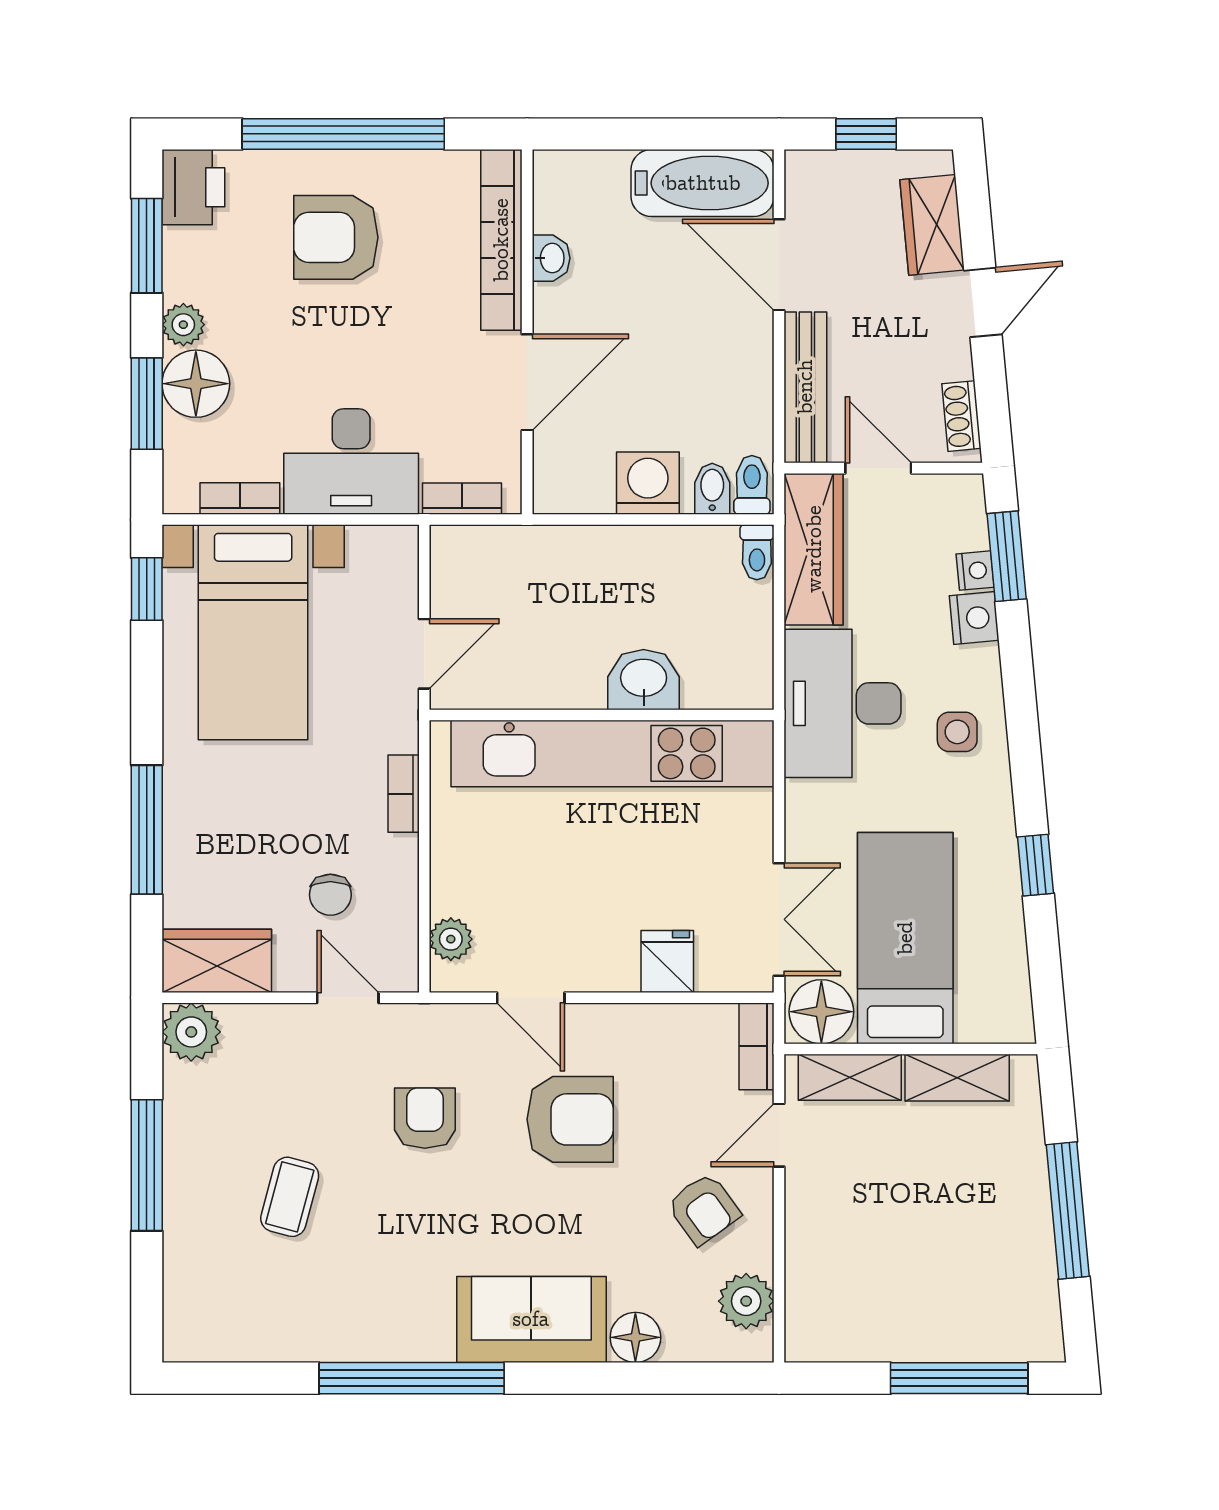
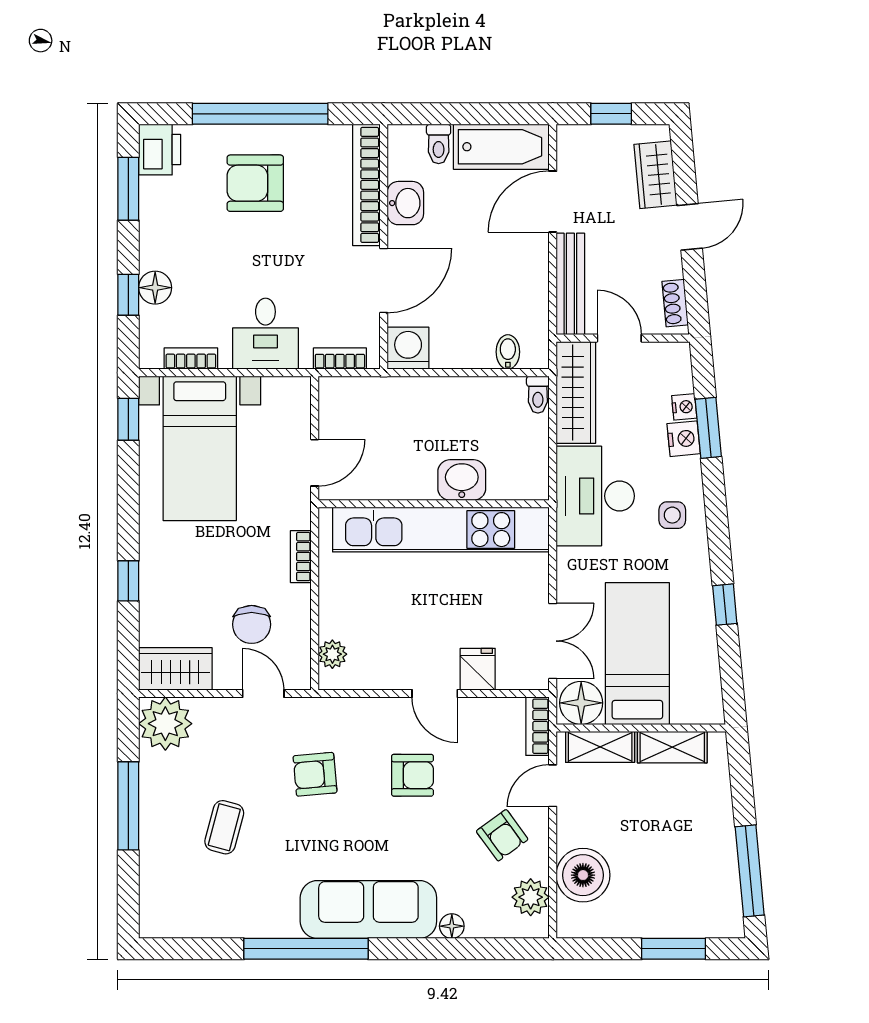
washbasin: (551, 258) -> (405, 203), width x1.38, depth x1.45
door: (779, 265) -> (553, 202), hinge flipped
plant: (183, 325) -> (153, 242), removed
floor lamp: (196, 384) -> (155, 288), width x0.73, depth x0.73
window: (147, 404) -> (128, 295), width x0.67
desk: (351, 462) -> (265, 334), width x0.73
washing machine: (648, 483) -> (408, 348), moved
toilet: (752, 485) -> (439, 144), moved, turned 180
window: (1007, 556) -> (708, 428), moved
window: (147, 830) -> (128, 581), width x0.46
chair: (330, 895) -> (252, 624), width x1.37, depth x1.37
door: (531, 998) -> (435, 693), moved
plant: (191, 1032) -> (165, 724), width x1.36, depth x1.36
armchair: (425, 1118) -> (315, 774), turned -95
armchair: (570, 1119) -> (412, 775), width x0.72, depth x0.72
window: (1068, 1211) -> (750, 871), moved
boiler: (824, 1268) -> (583, 875), added
sofa: (531, 1319) -> (368, 909), width x1.36
floor lamp: (635, 1337) -> (452, 926), width x0.73, depth x0.73
window: (959, 1378) -> (674, 949), width x0.69

